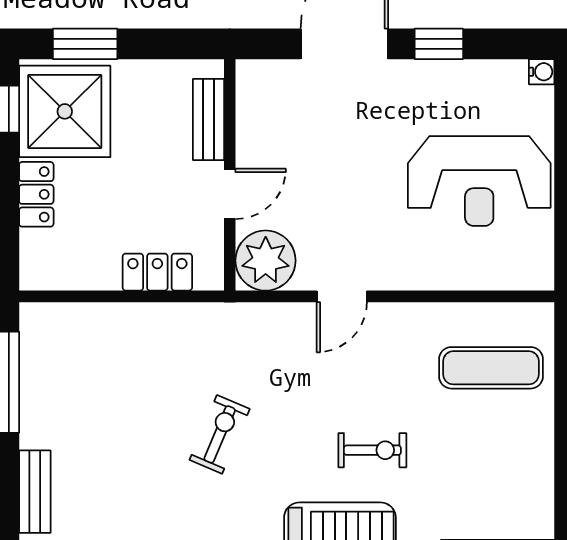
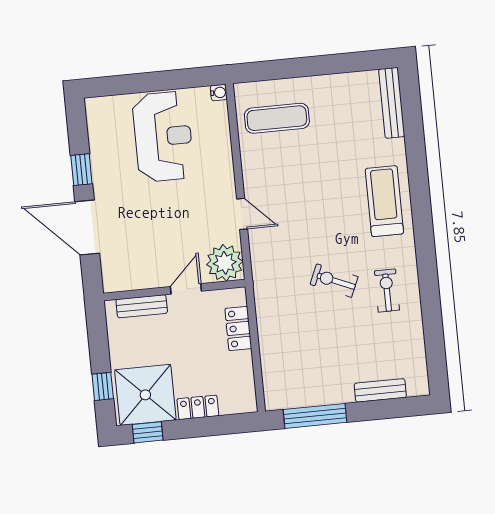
window: (85, 44) -> (103, 386), width x0.67
water cooler: (542, 72) -> (219, 93), moved, turned 90
door: (230, 194) -> (186, 289), hinge flipped
exercise mat: (491, 368) -> (277, 118), turned 90
exercise bike: (372, 450) -> (387, 290), moved

